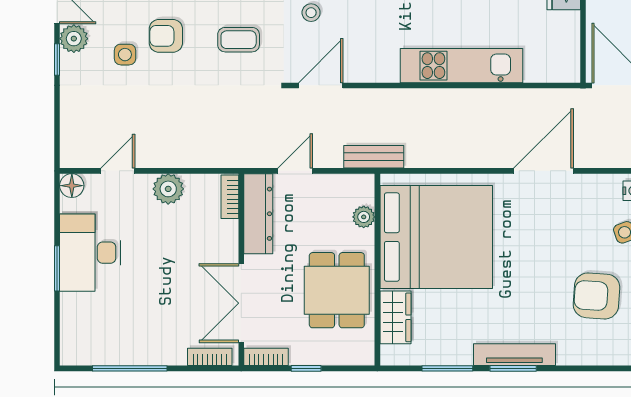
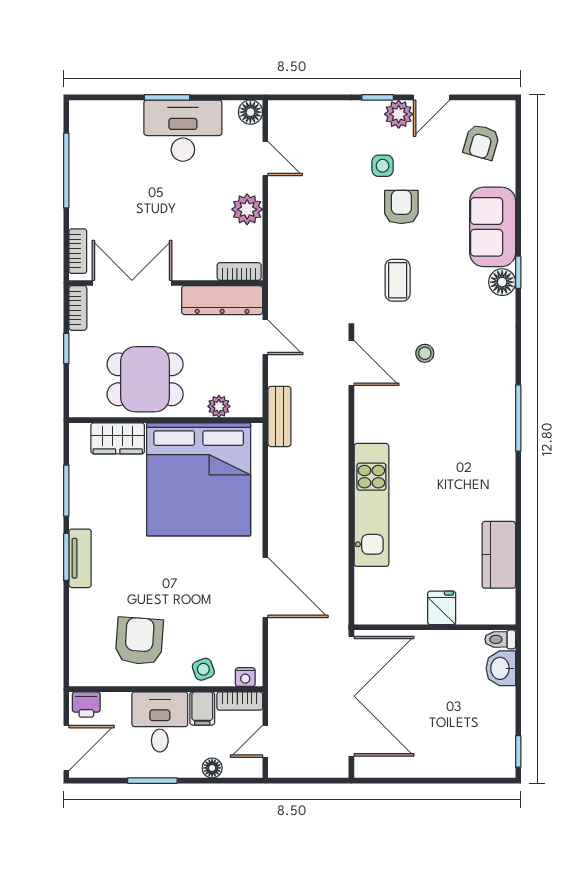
tv unit: (514, 355) -> (80, 558), width x0.71

